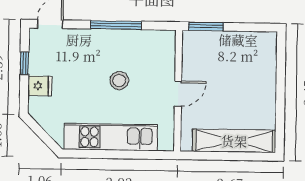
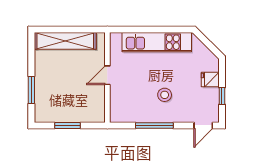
window: (206, 26) -> (67, 126), moved
window: (281, 75) -> (31, 90), added
stool: (119, 81) -> (165, 95), moved

